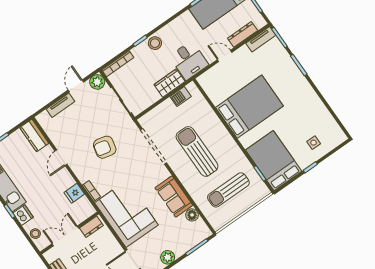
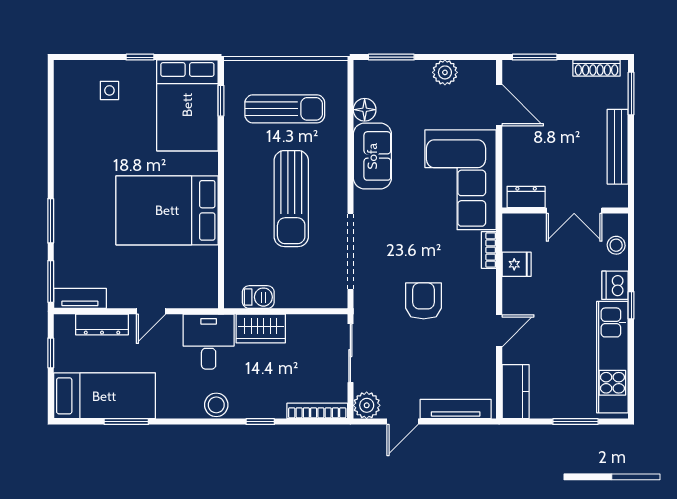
stool: (155, 43) -> (216, 405), moved
door: (225, 56) -> (151, 311), hinge flipped
tv unit: (61, 105) -> (456, 409), width x1.41
armchair: (105, 147) -> (424, 301), turned -103

